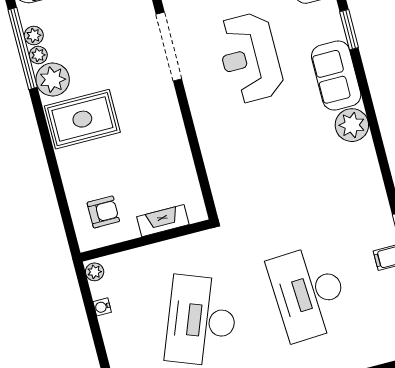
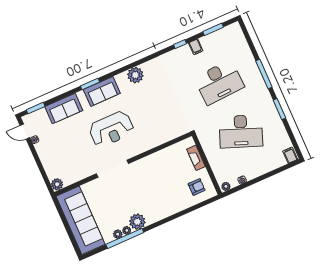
sofa: (336, 76) -> (102, 91), moved
rug: (82, 119) -> (154, 204), removed
armchair: (103, 212) -> (197, 187), turned 90

